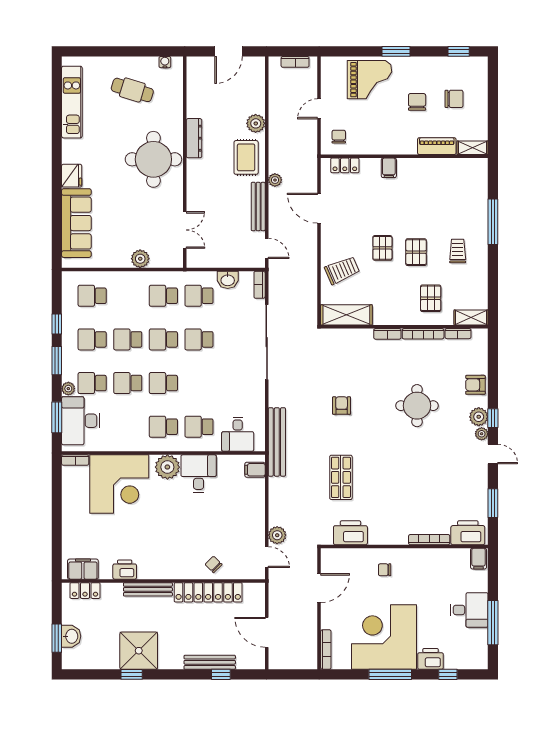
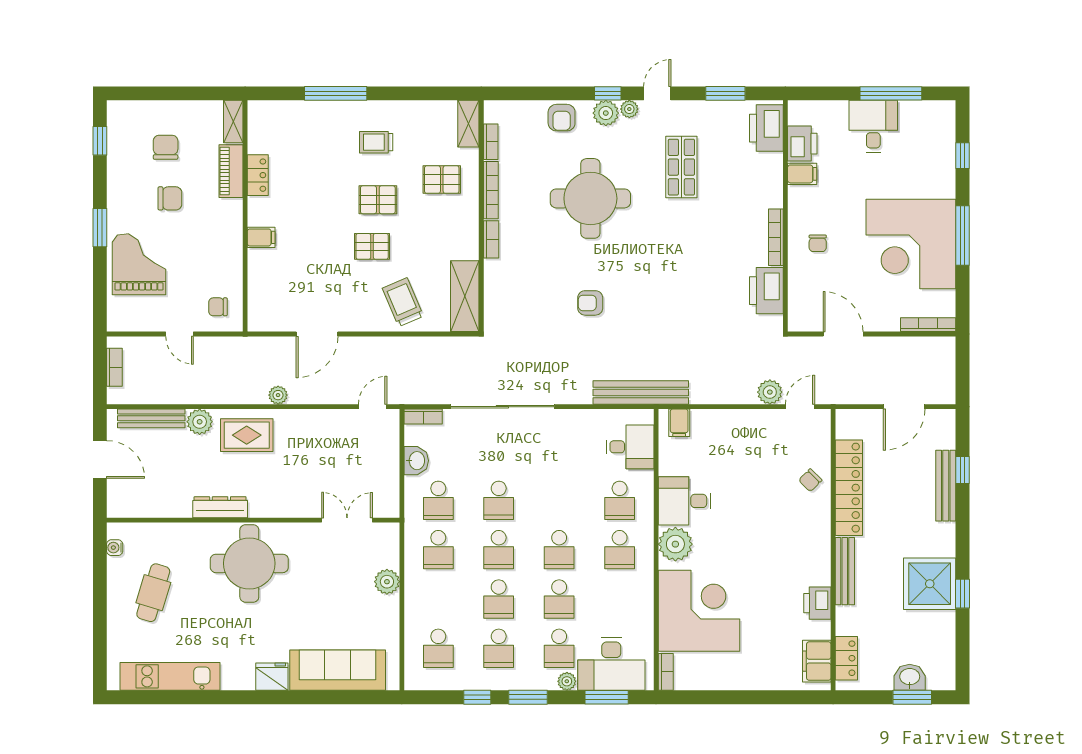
chair: (417, 102) -> (170, 198), turned 180
locker: (345, 165) -> (258, 175), moved
bench: (258, 207) -> (151, 418), moved
round table: (417, 406) -> (590, 198), width x1.36, depth x1.36
shop shelf: (341, 477) -> (681, 167), moved, turned 90
bookcase: (429, 540) -> (776, 237), moved
filing cabinet: (479, 559) -> (802, 174), moved
printer: (431, 659) -> (802, 144), moved, turned 180

